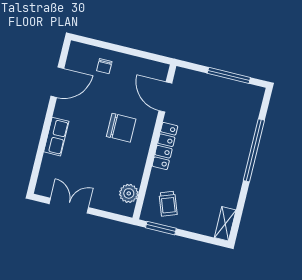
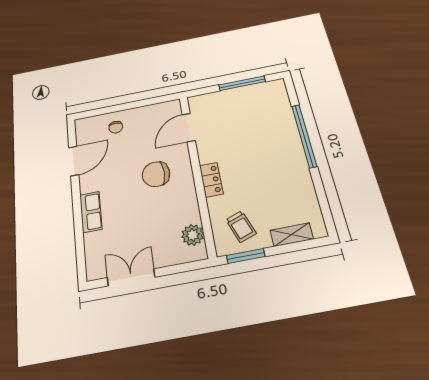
door: (165, 97) -> (189, 128), hinge flipped
chair: (121, 128) -> (156, 174), turned 180
locker: (165, 146) -> (211, 180), width x0.66
shelving: (225, 224) -> (292, 235), moved, turned 90

